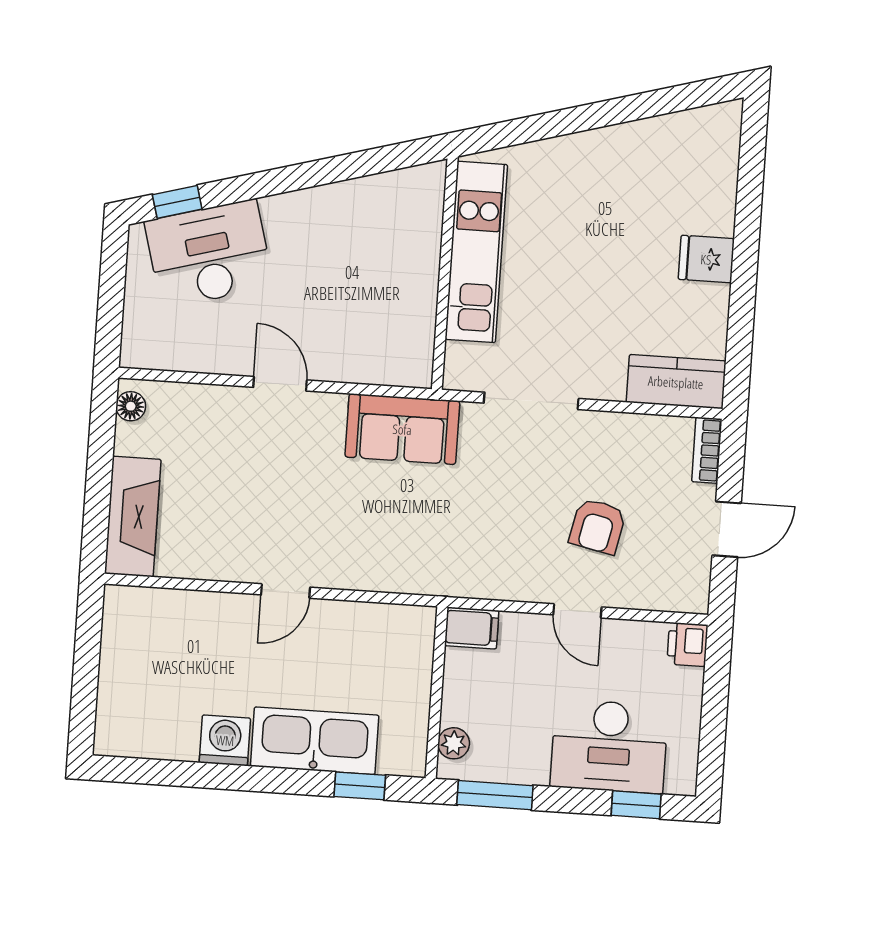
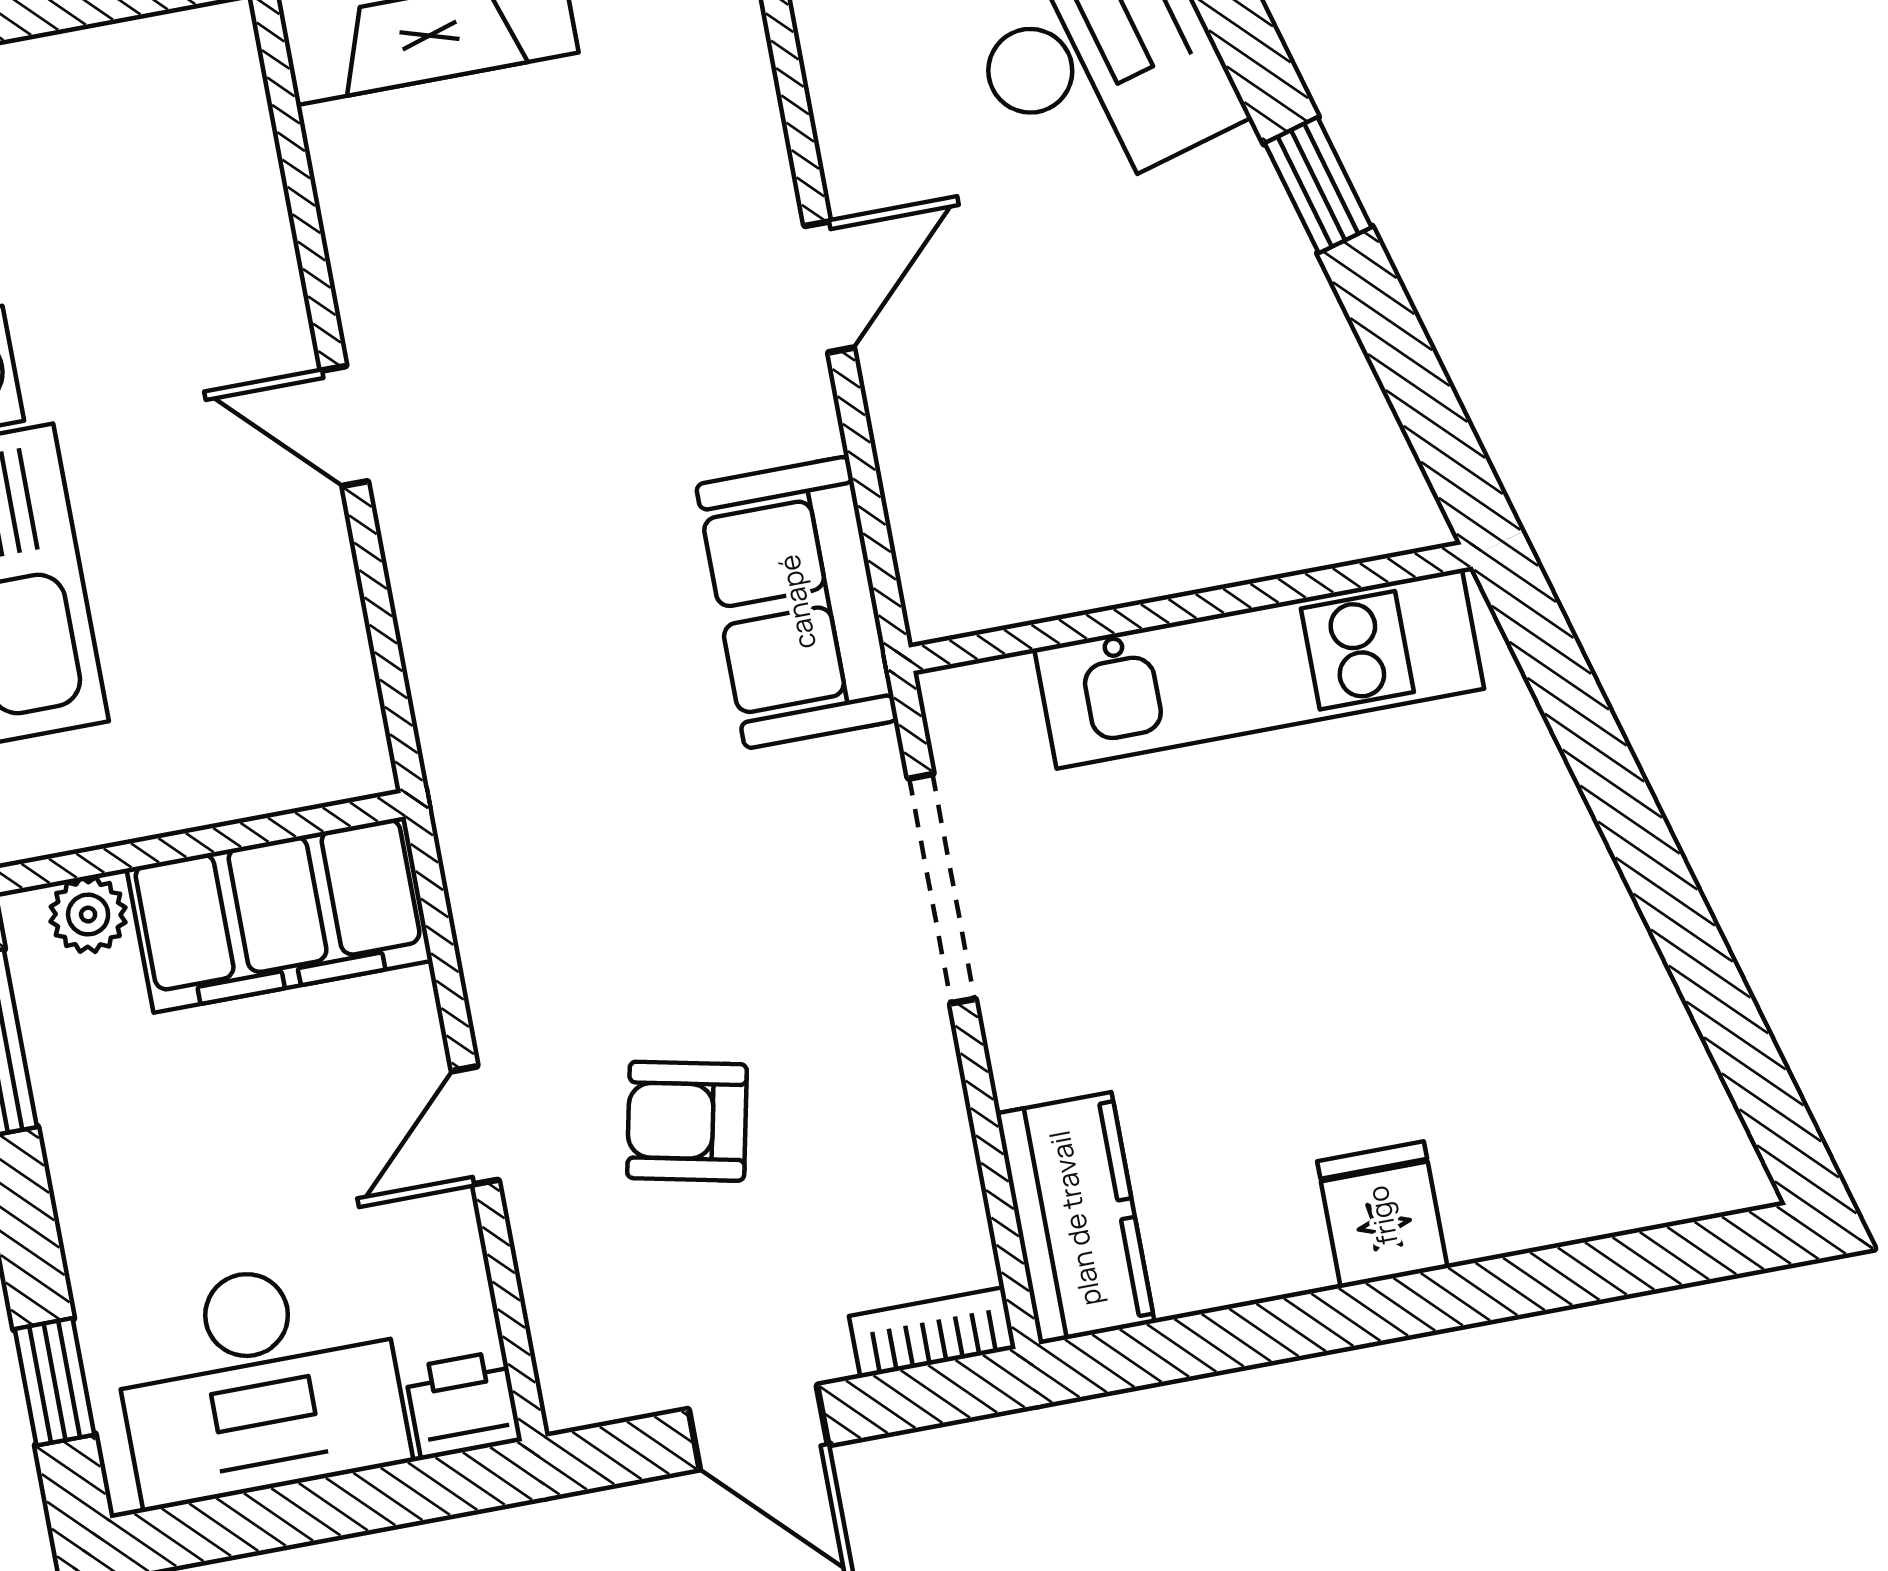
window: (290, 179) -> (1318, 185), added
filing cabinet: (472, 628) -> (279, 915), width x3.00, depth x1.17
desk: (609, 746) -> (259, 1381), moved, turned -90

